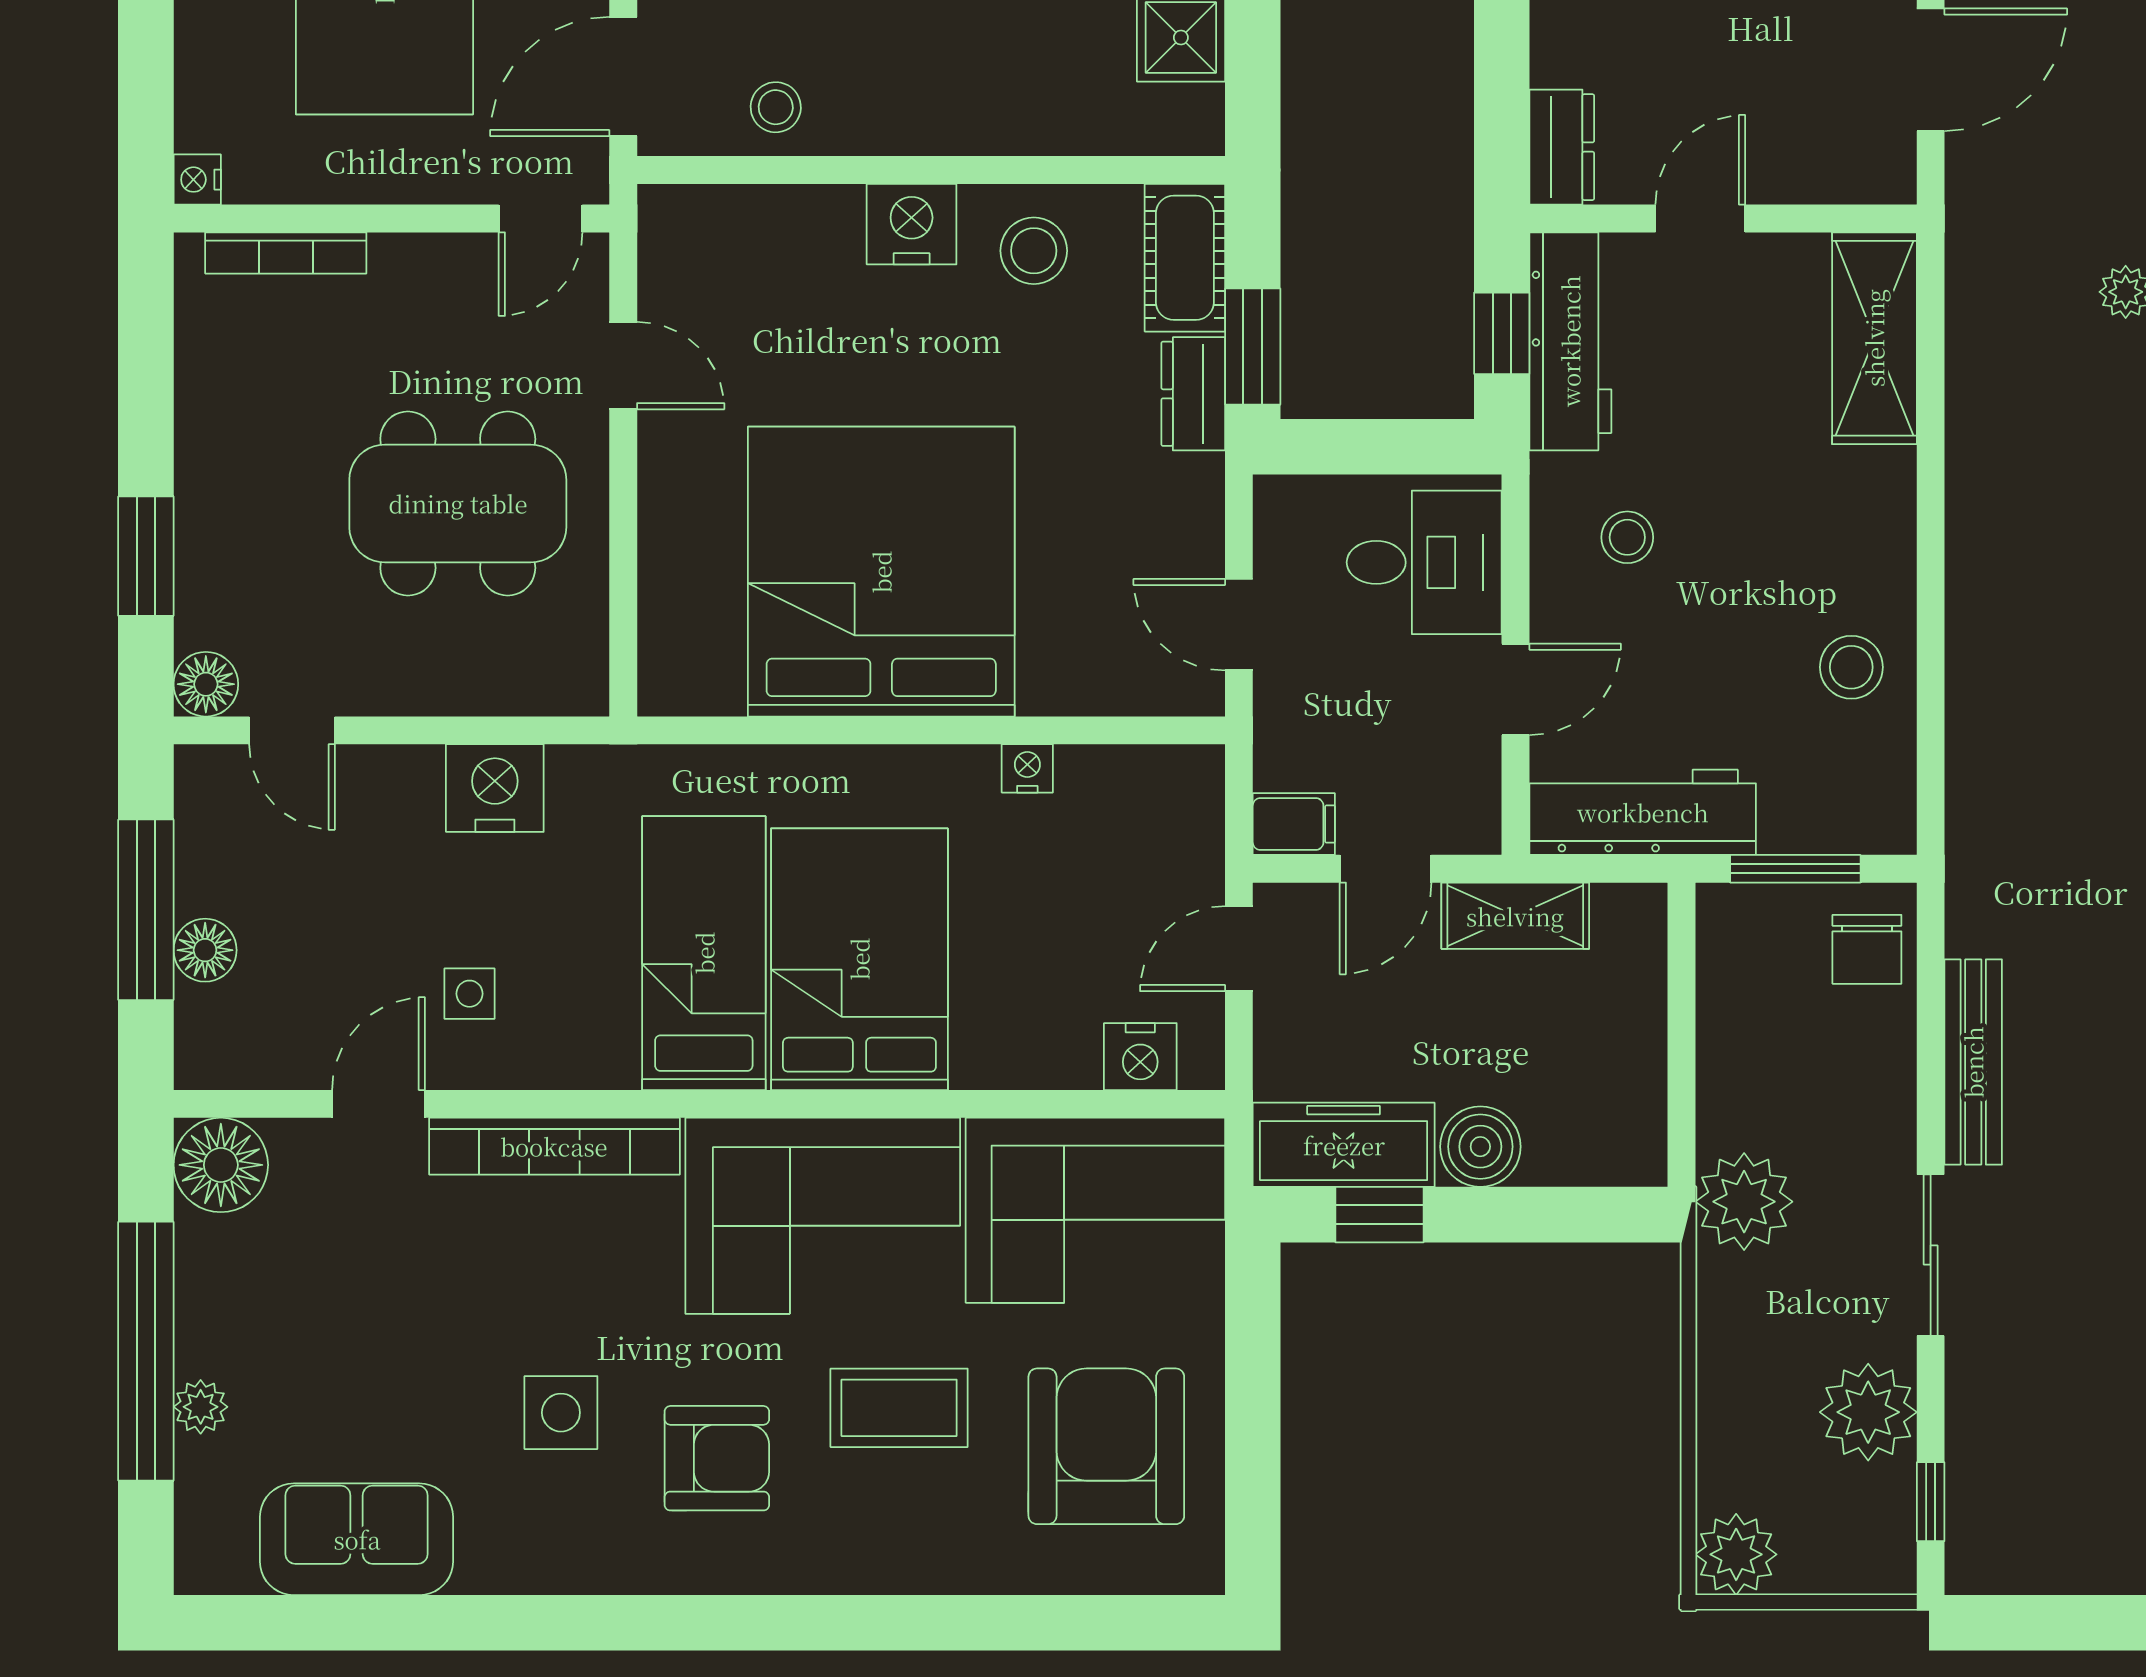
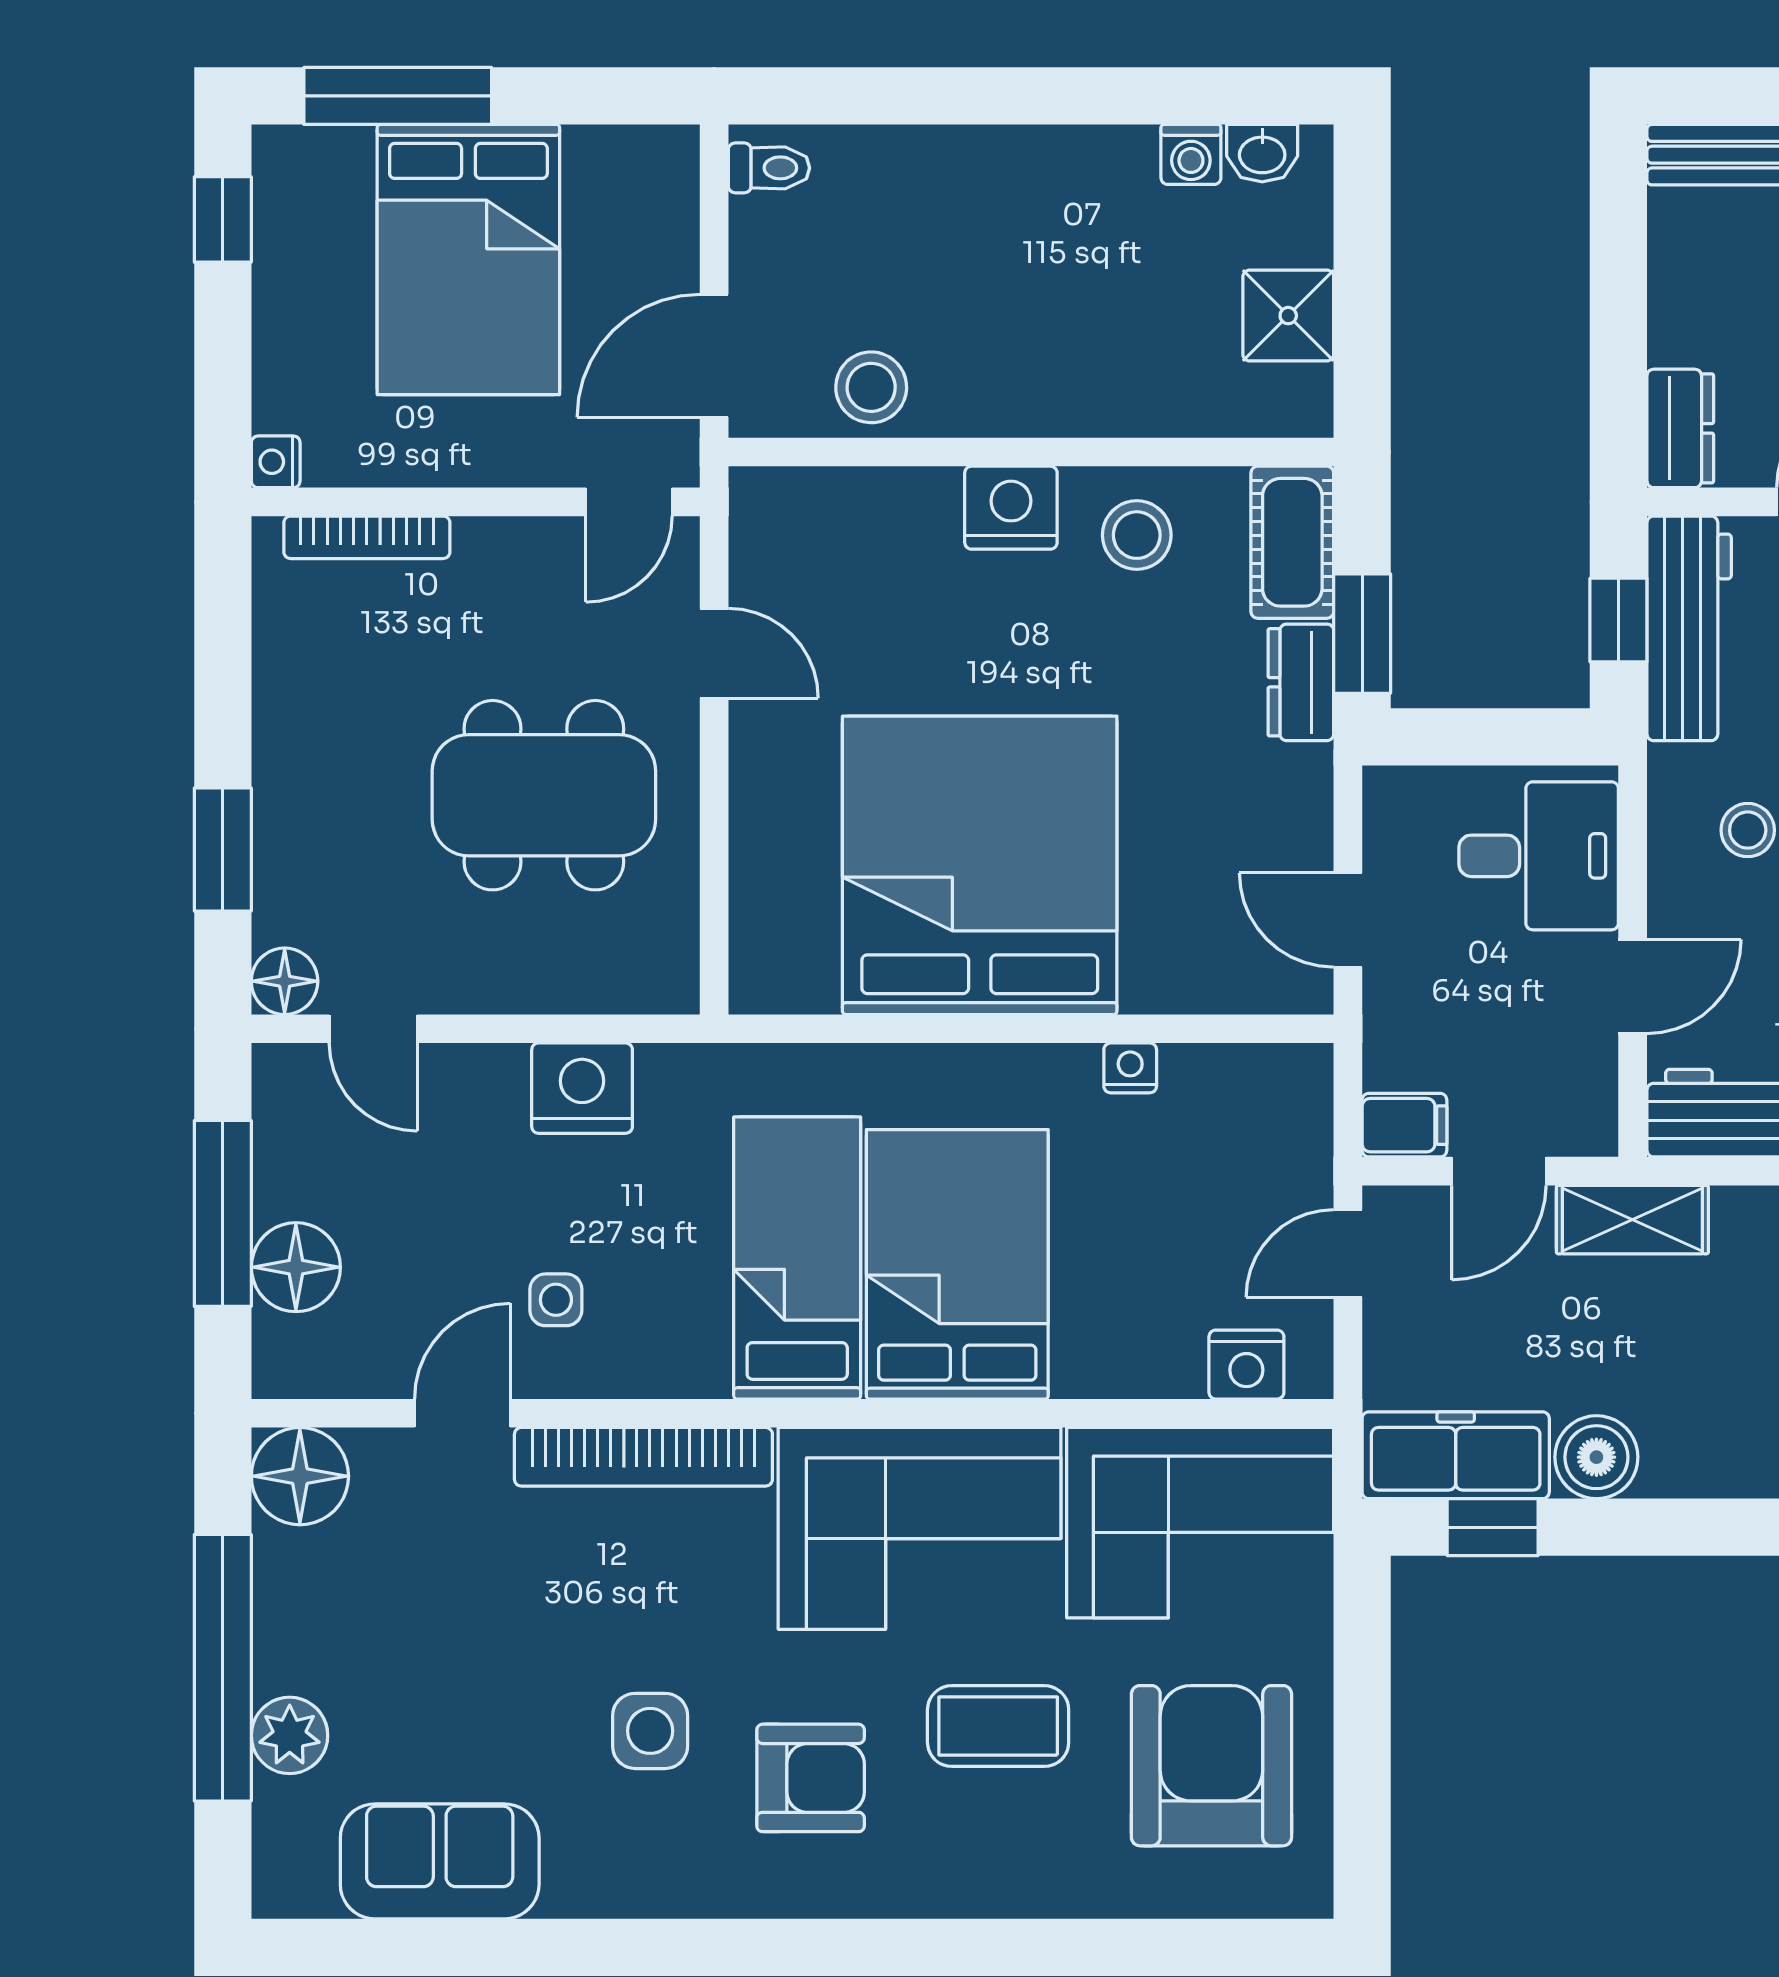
stool: (776, 107) -> (871, 387), width x1.37, depth x1.37
floor lamp: (205, 950) -> (296, 1267), width x1.38, depth x1.38
plant: (201, 1407) -> (290, 1735), width x1.38, depth x1.38

